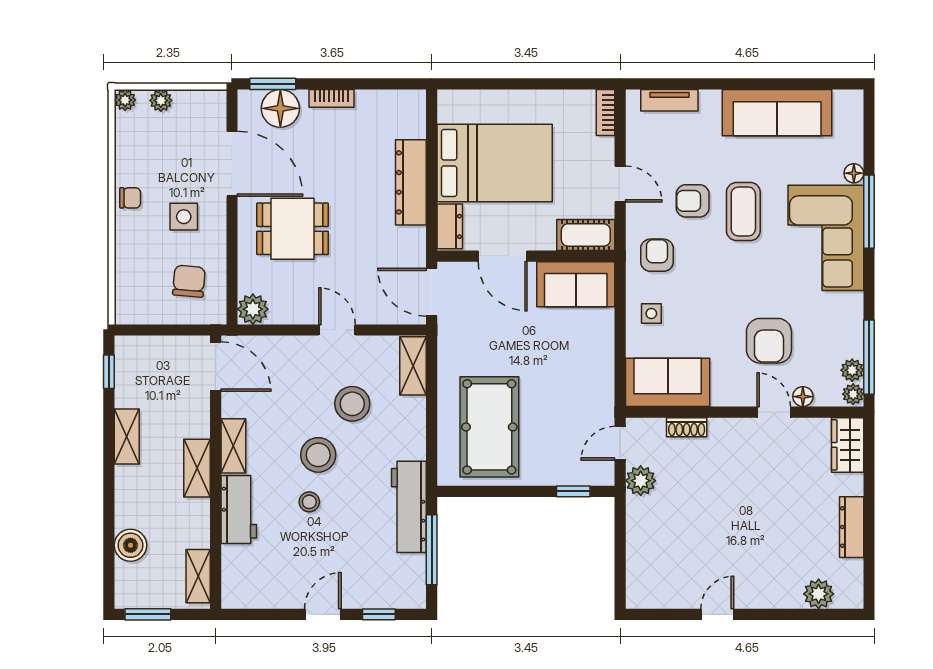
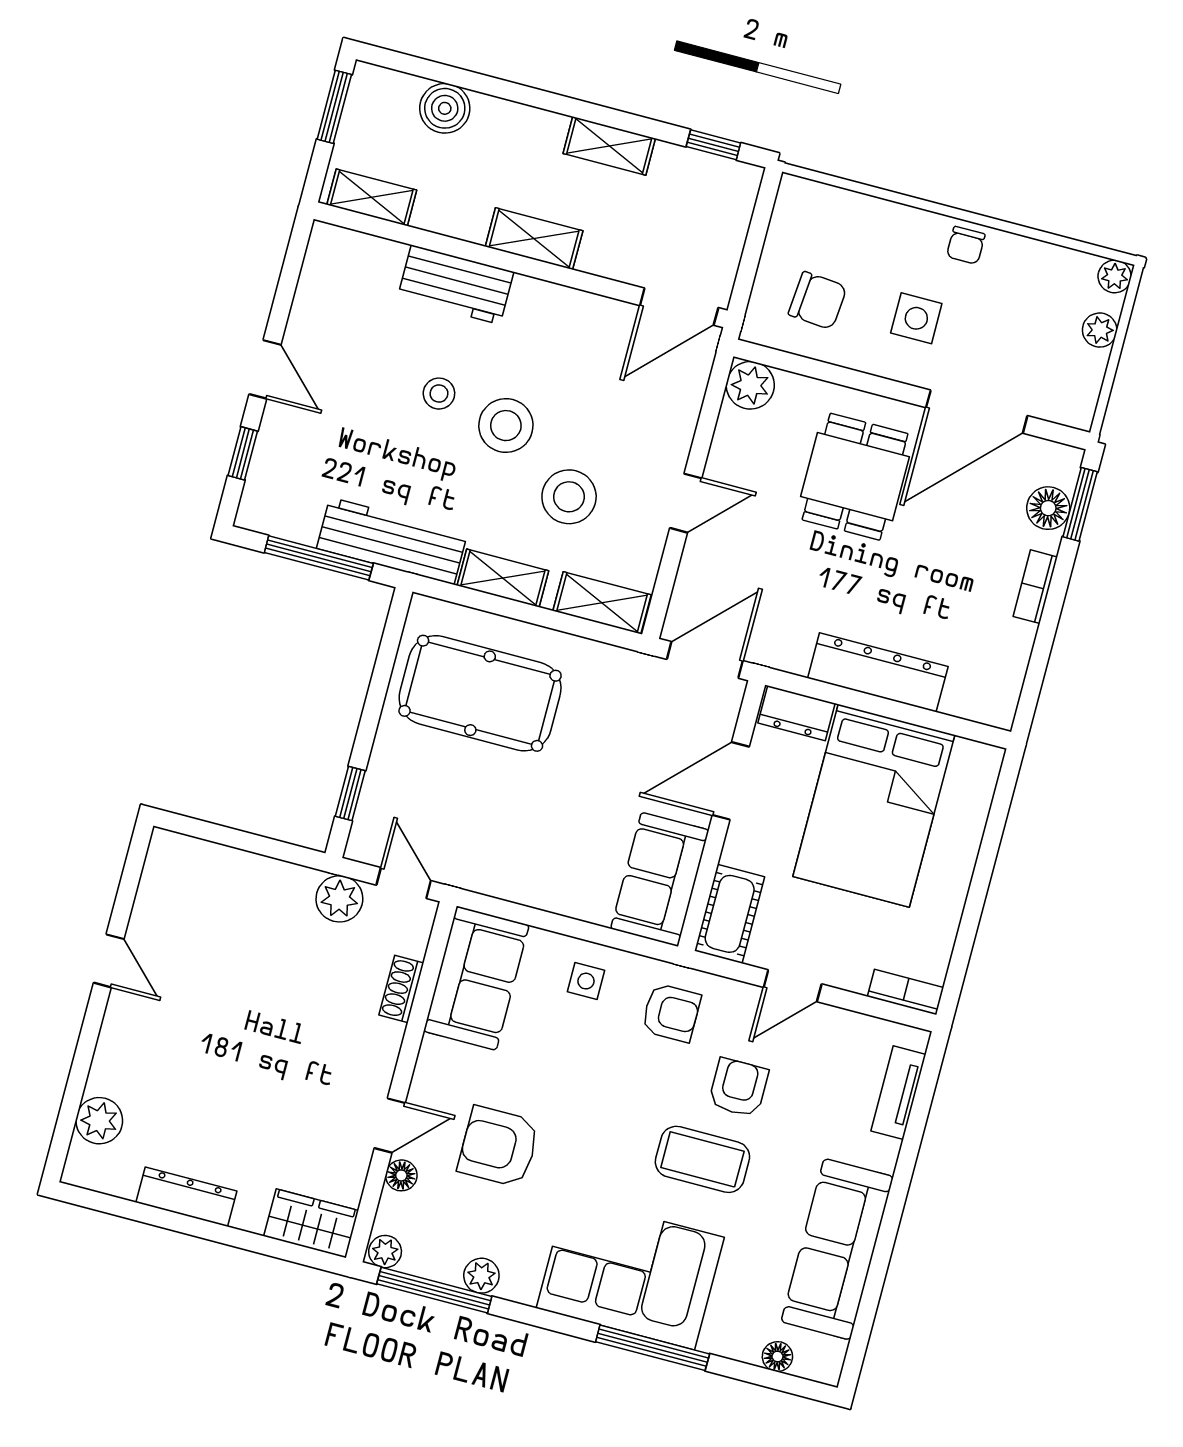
floor lamp: (280, 108) -> (1048, 508), width x0.73, depth x0.73
floor lamp: (854, 173) -> (777, 1357), moved
plant: (852, 370) -> (481, 1276), moved
shelving: (233, 446) -> (503, 578), moved

